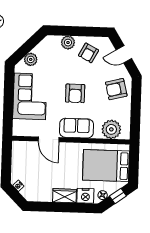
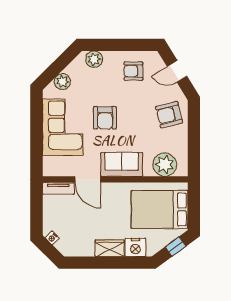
plant: (68, 43) -> (94, 59), moved
armchair: (89, 53) -> (133, 71), turned 62
armchair: (75, 93) -> (105, 118), moved
tv unit: (25, 146) -> (58, 188), added
floor lamp: (103, 195) -> (157, 246), removed

